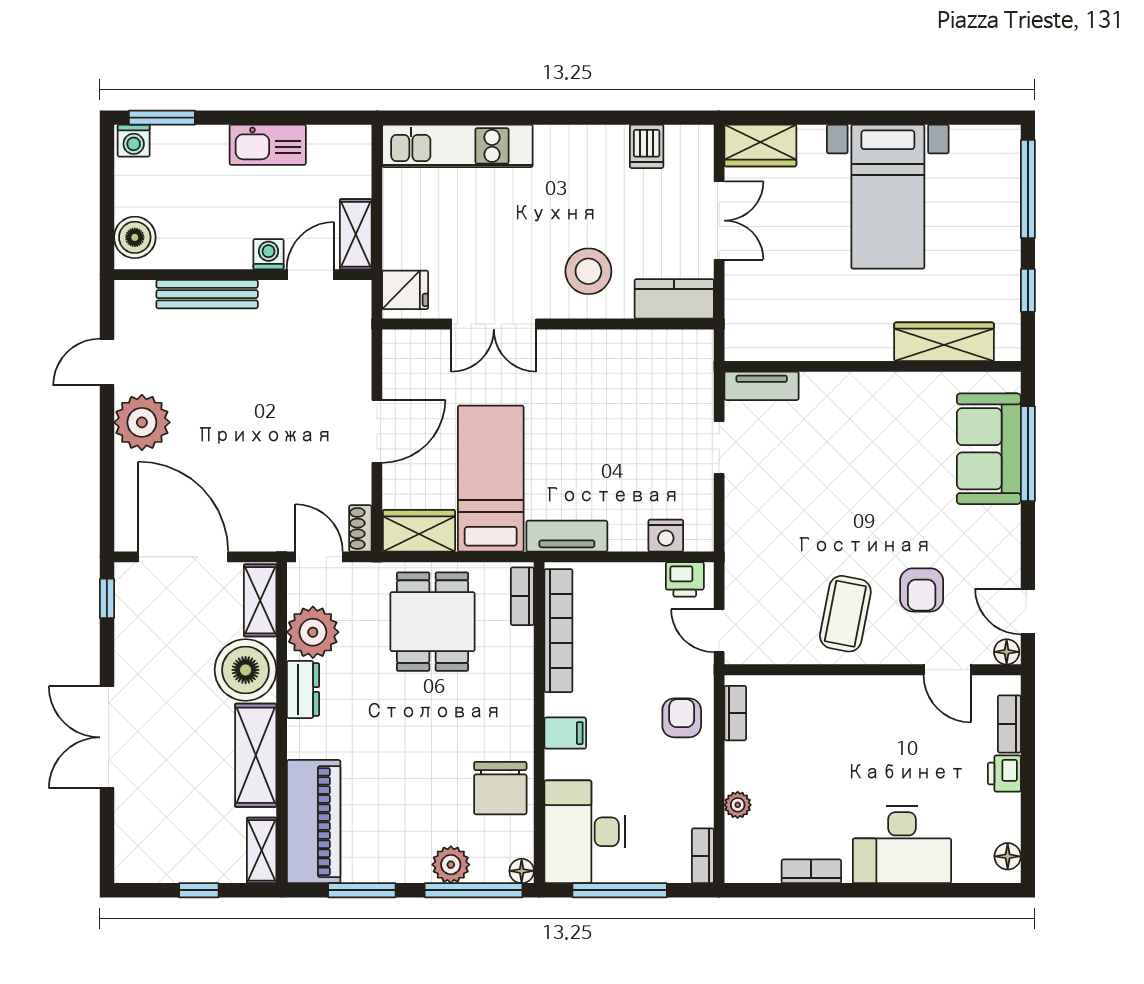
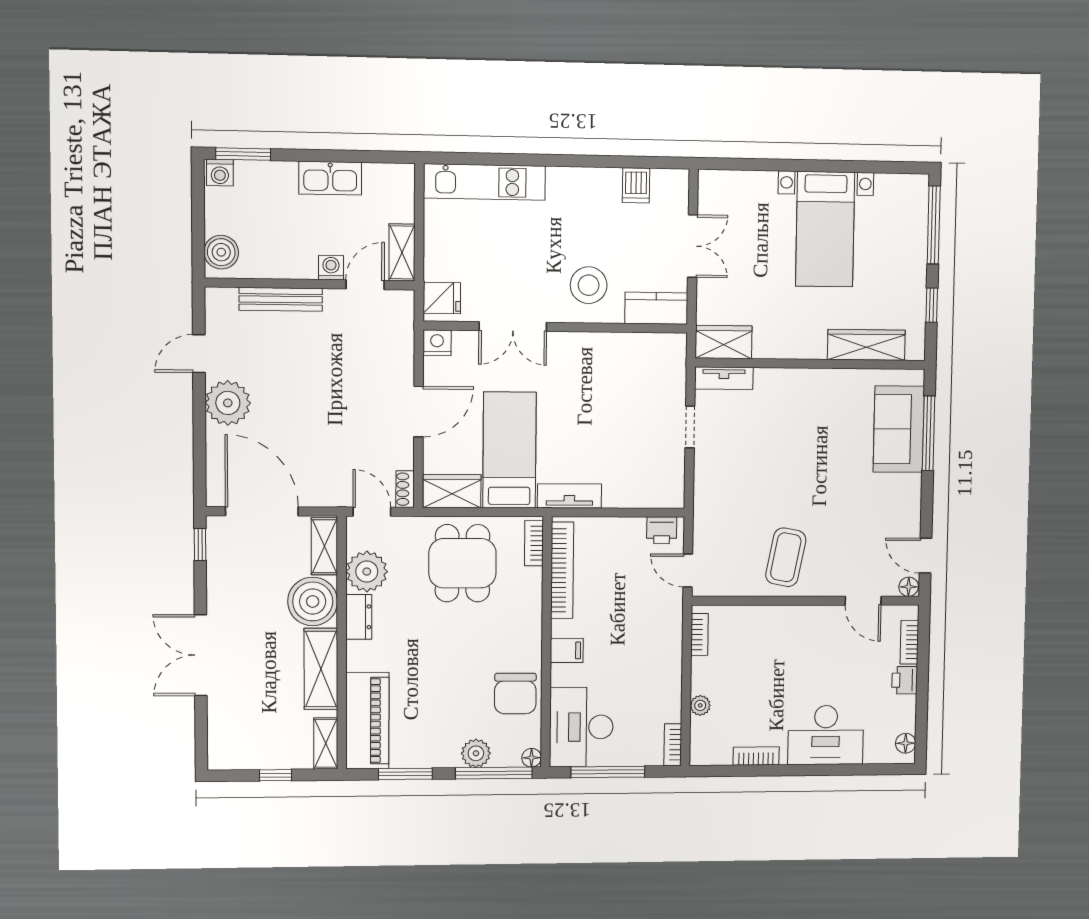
wardrobe: (760, 146) -> (723, 342), moved, turned 180
nightstand: (666, 536) -> (437, 343), moved, turned 180
armchair: (922, 590) -> (845, 539), removed
armchair: (682, 718) -> (658, 638), removed

